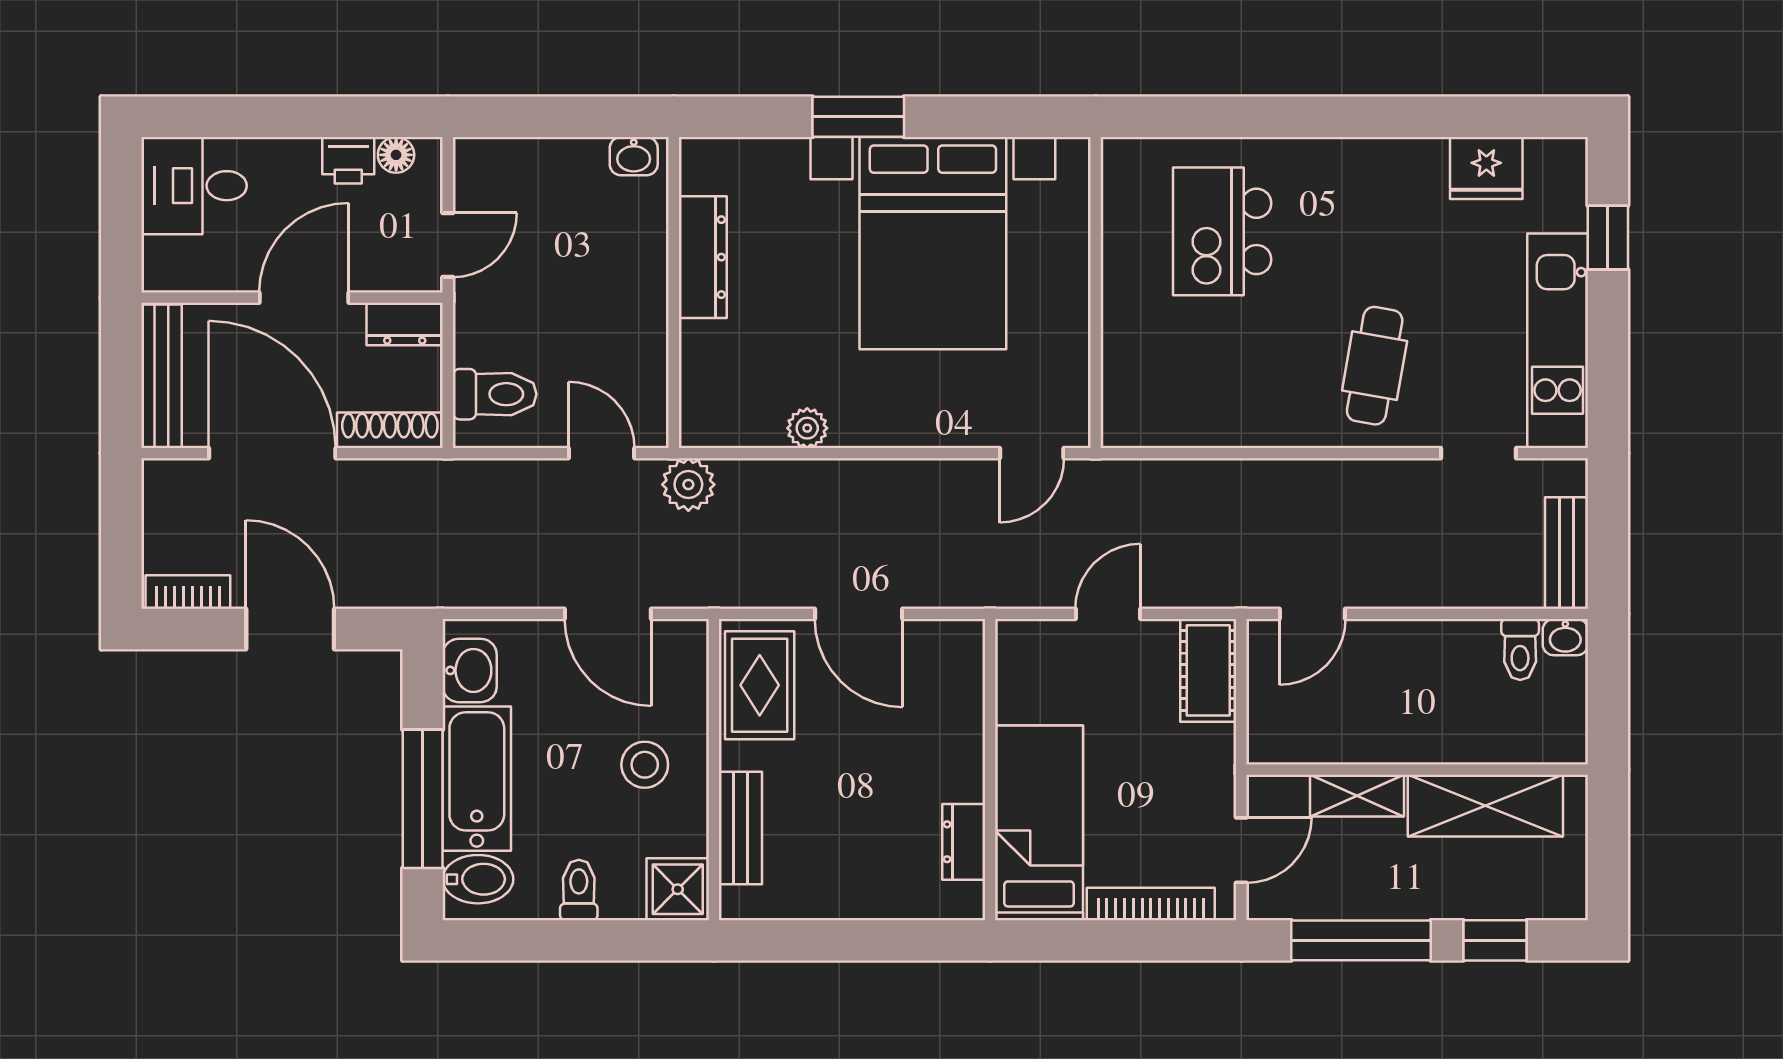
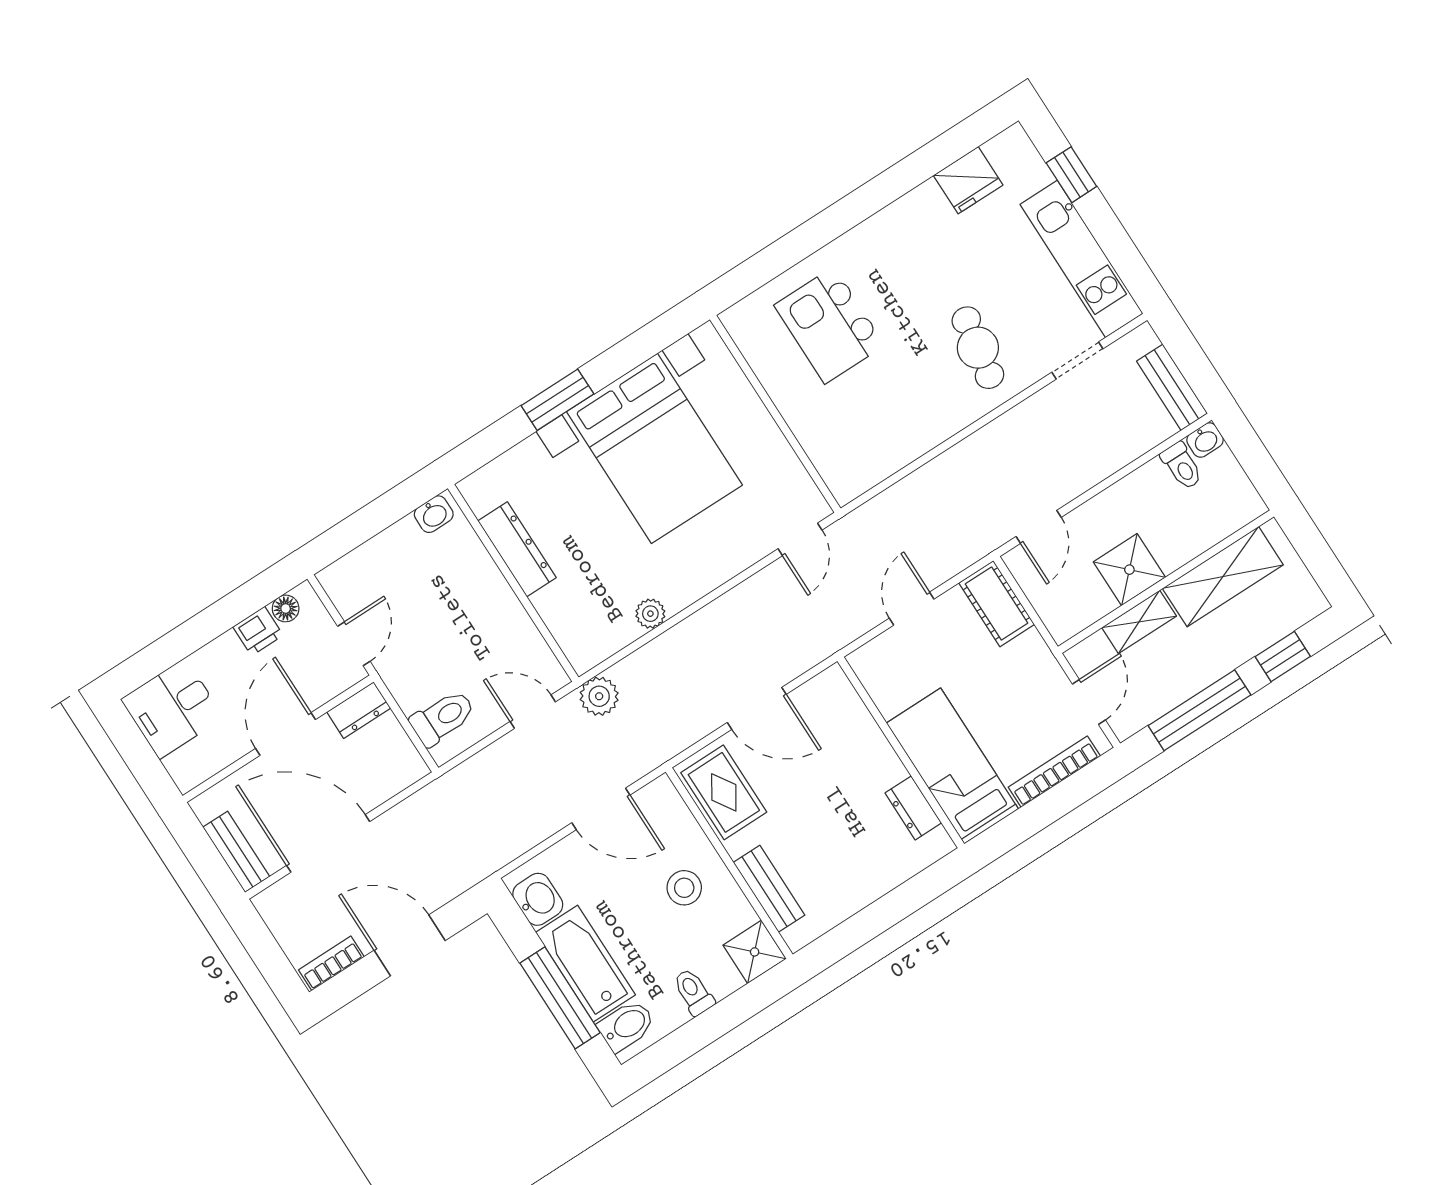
bench: (162, 376) -> (236, 852), width x0.73
shoe rack: (390, 430) -> (392, 782), removed
shower: (1384, 729) -> (1129, 570), added

